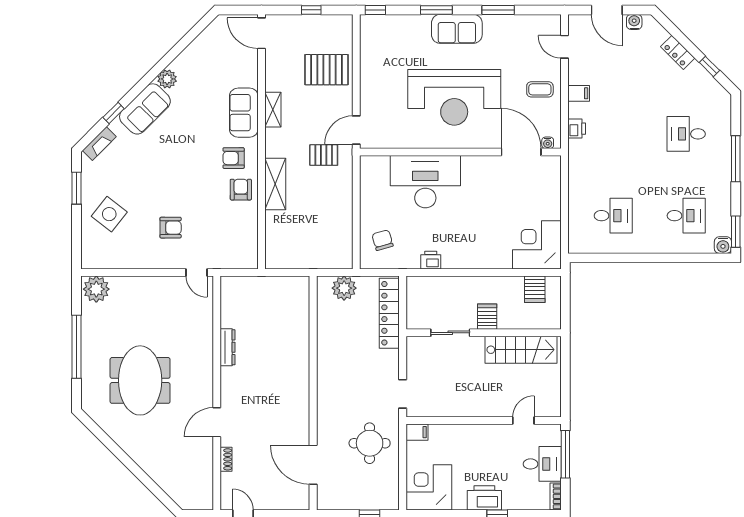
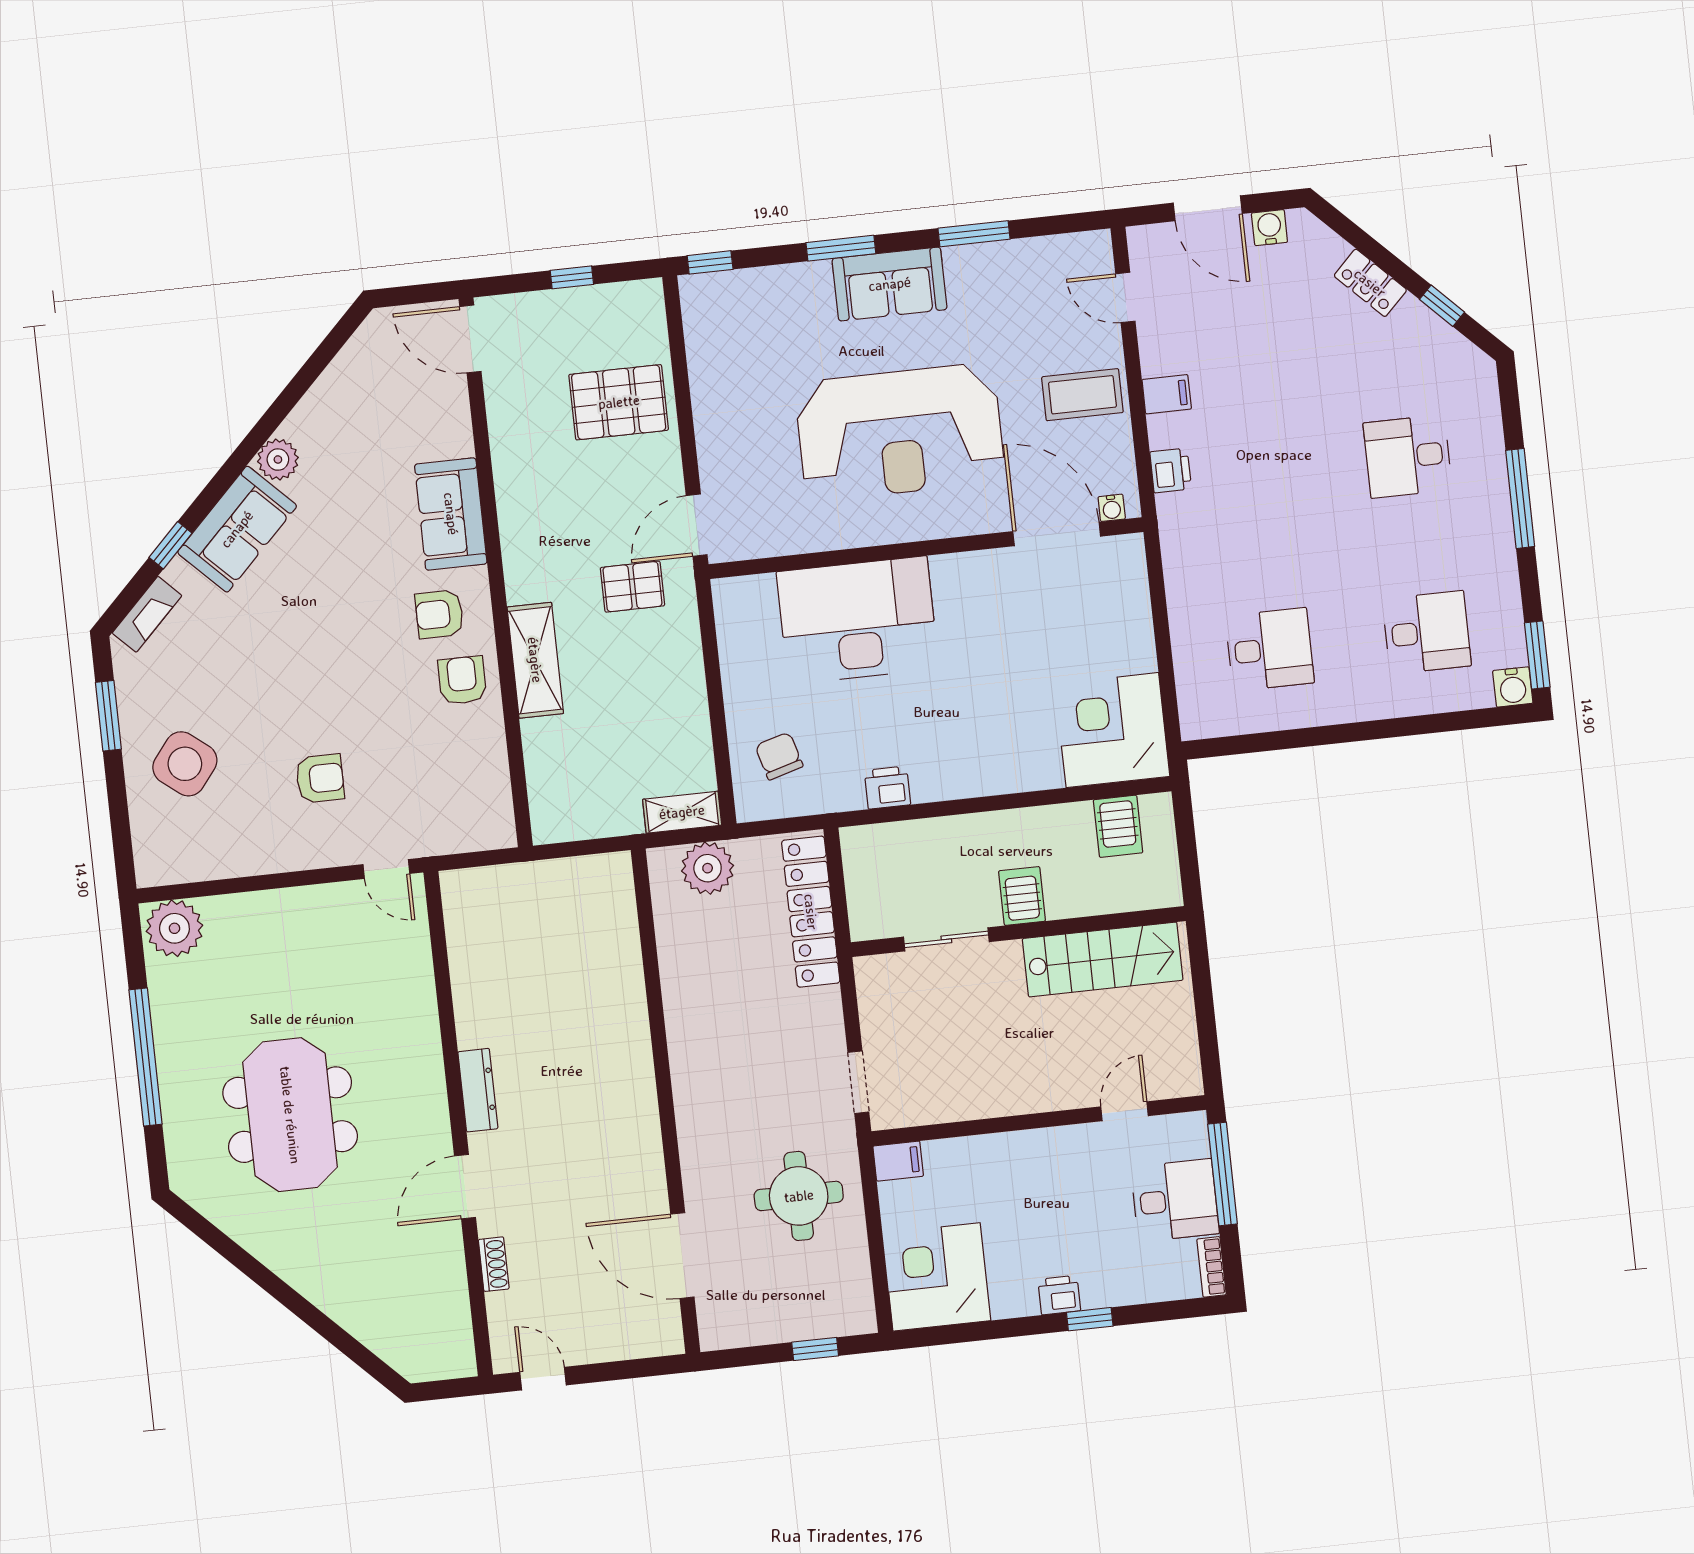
coffee table: (540, 89) -> (1082, 395), width x1.36, depth x1.30
shelving: (273, 110) -> (682, 812), moved, turned 90
dresser: (228, 347) -> (478, 1090), moved
printer: (484, 498) -> (1059, 1295), width x0.53, depth x0.68

